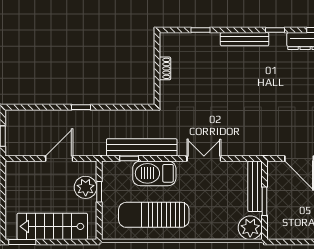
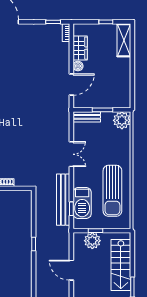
door: (59, 159) -> (71, 270), moved
double door: (204, 159) -> (71, 154), swing flipped
barbecue: (154, 173) -> (82, 203), moved
bench: (255, 186) -> (87, 117), width x0.73

